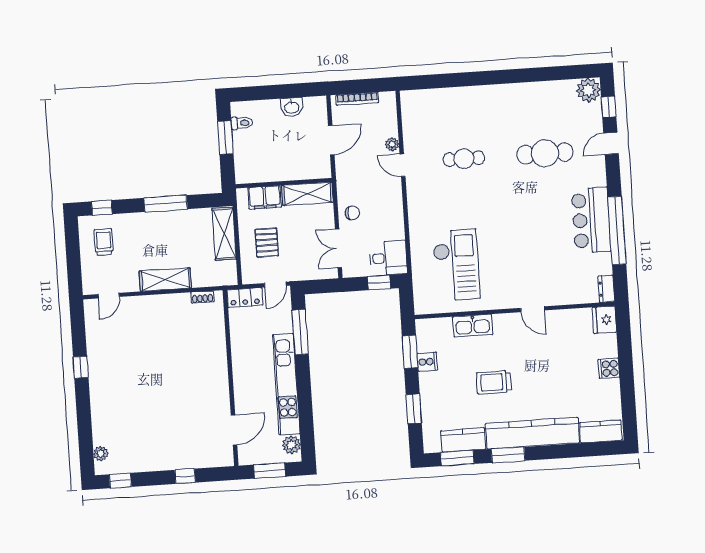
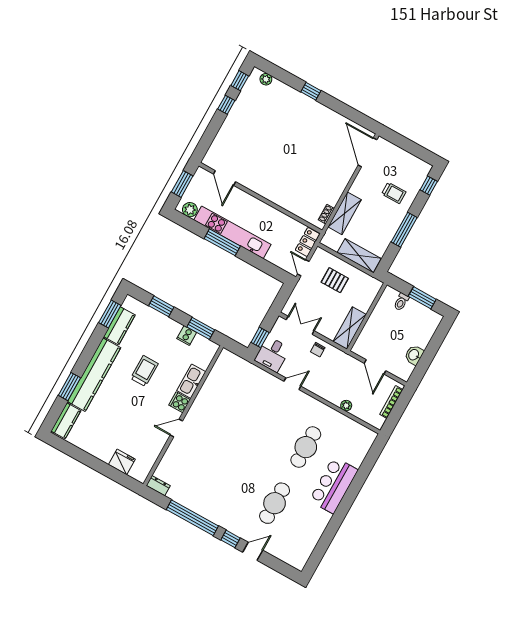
plant: (588, 90) -> (298, 559), removed
window: (609, 107) -> (231, 539), moved
toilet: (242, 123) -> (401, 302), moved
door: (611, 143) -> (253, 551), hinge flipped
cafe table: (464, 159) -> (306, 447), width x1.37, depth x1.35
door: (402, 165) -> (292, 384), moved
filing cabinet: (265, 197) -> (366, 298), removed
bar counter: (591, 220) -> (334, 485), moved, turned -90
trolley: (104, 242) -> (394, 193), moved
checkout: (456, 265) -> (238, 396), removed
shelving: (165, 280) -> (345, 213), moved
door: (109, 296) -> (367, 152), width x1.87
fridge: (604, 320) -> (122, 462), moved
window: (300, 332) -> (222, 242), moved
window: (81, 367) -> (311, 91), moved
cooker: (609, 368) -> (179, 402), moved, turned -90
window: (508, 455) -> (69, 387), moved
window: (185, 476) -> (226, 105), moved

